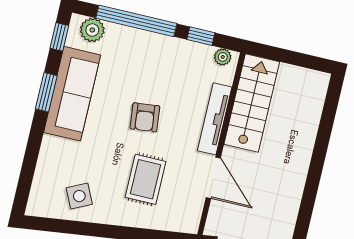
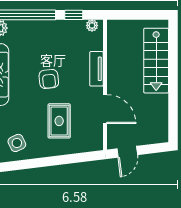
stairs: (252, 103) -> (156, 61), moved, turned 180
tv unit: (215, 119) -> (96, 69), width x0.71

